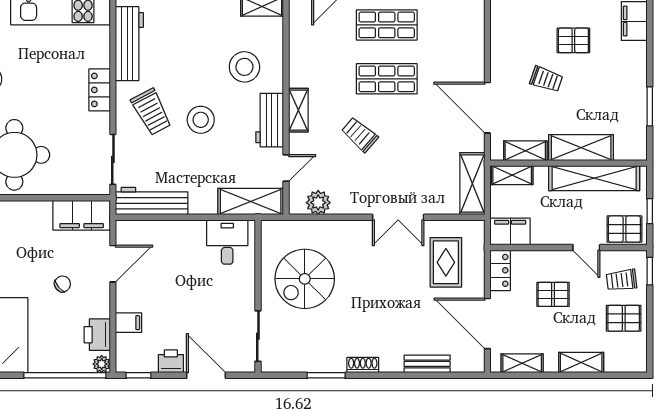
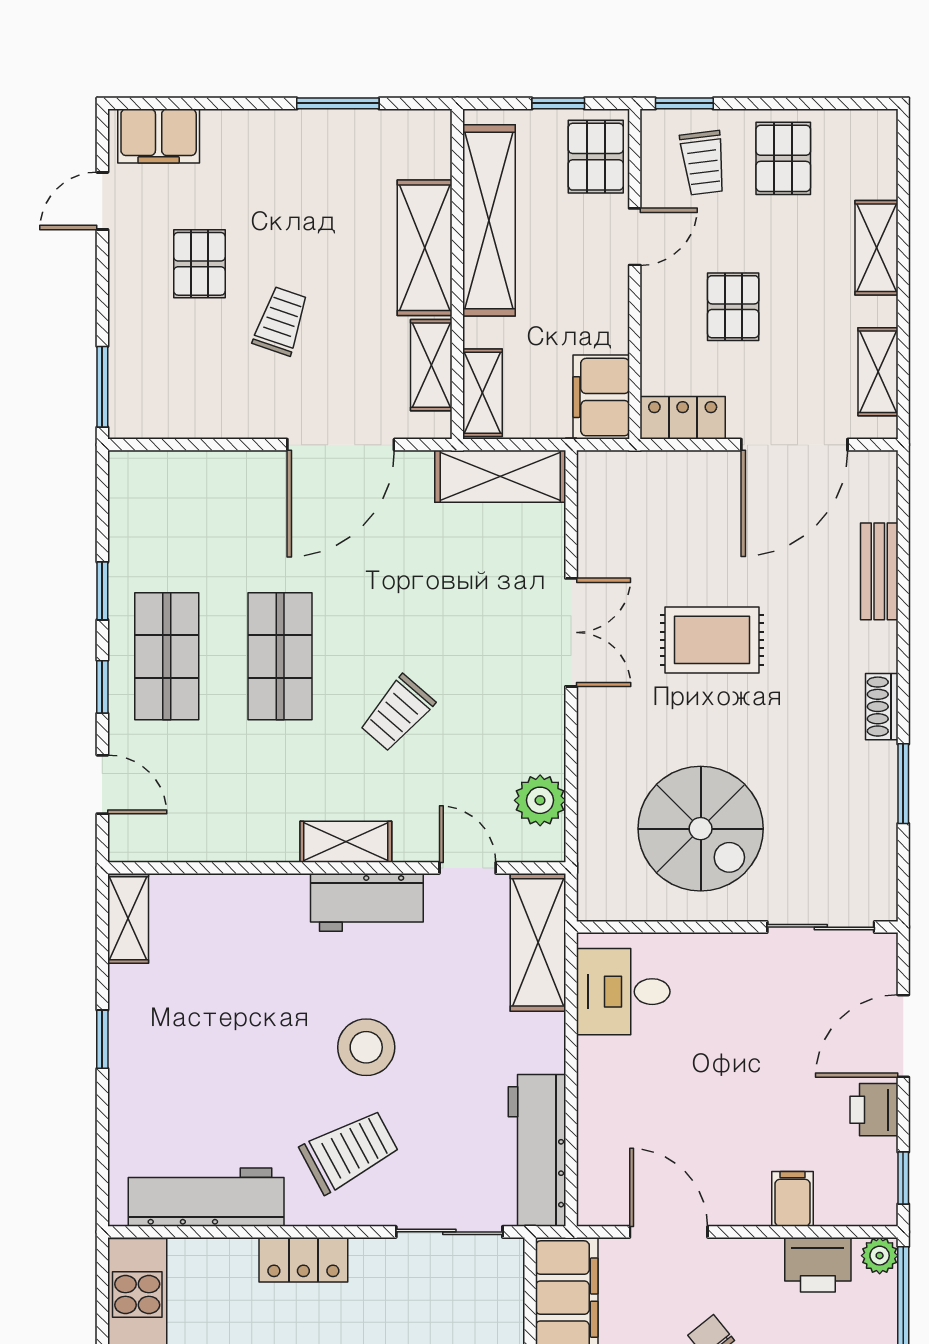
stool: (244, 67) -> (255, 955), removed
rug: (446, 262) -> (712, 640), moved

